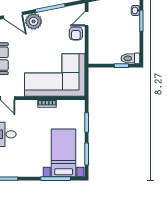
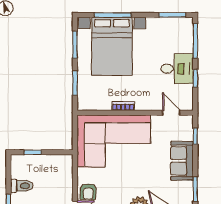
armchair: (76, 33) -> (88, 191), turned 180
toilet: (130, 58) -> (22, 186), moved
bed with nightstands: (64, 153) -> (112, 46), width x1.36

